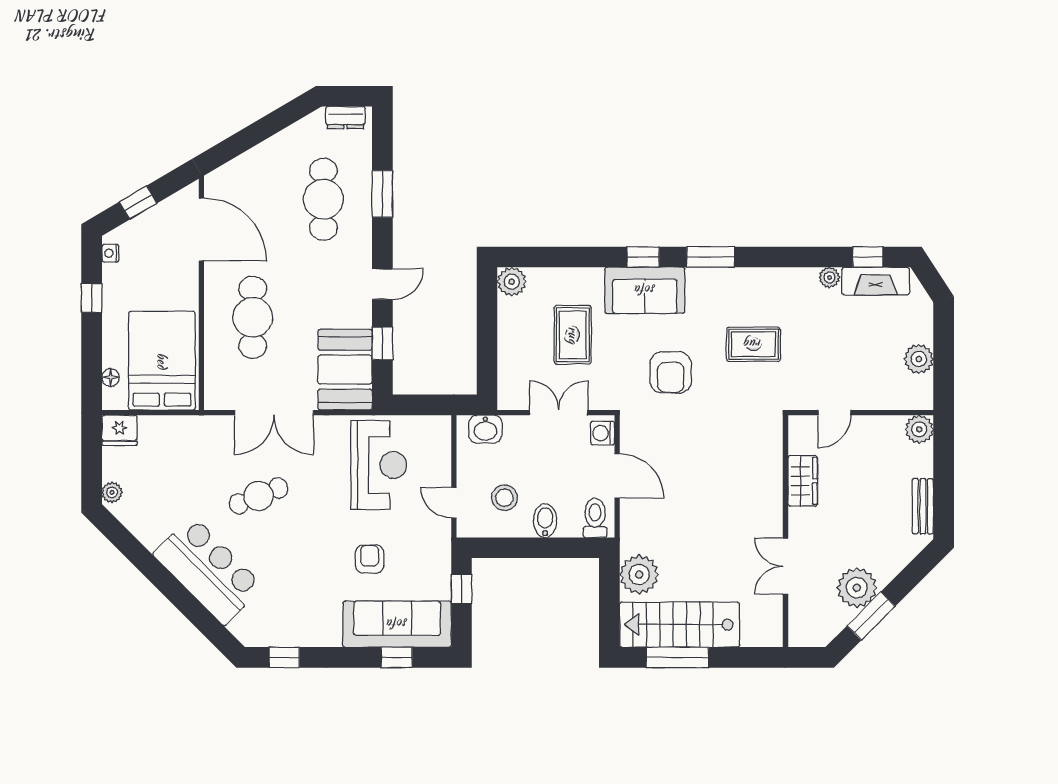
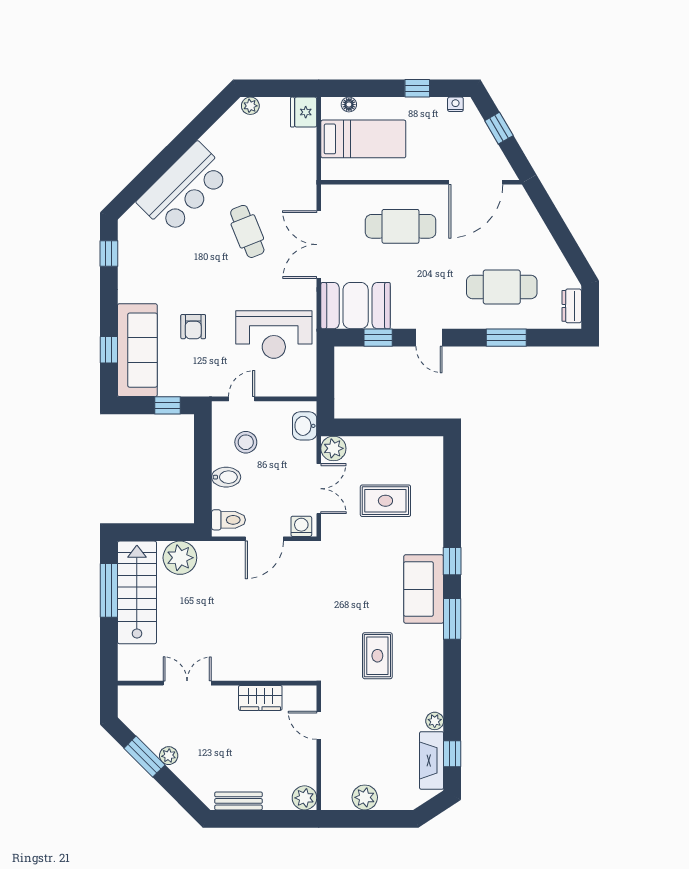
plant: (512, 282) -> (333, 448), moved
sofa: (645, 290) -> (424, 589), moved
bed: (162, 361) -> (363, 139), width x0.67
armchair: (671, 372) -> (353, 585), removed
armchair: (370, 559) -> (193, 327), turned 90
plant: (857, 588) -> (169, 756), width x0.53, depth x0.53

